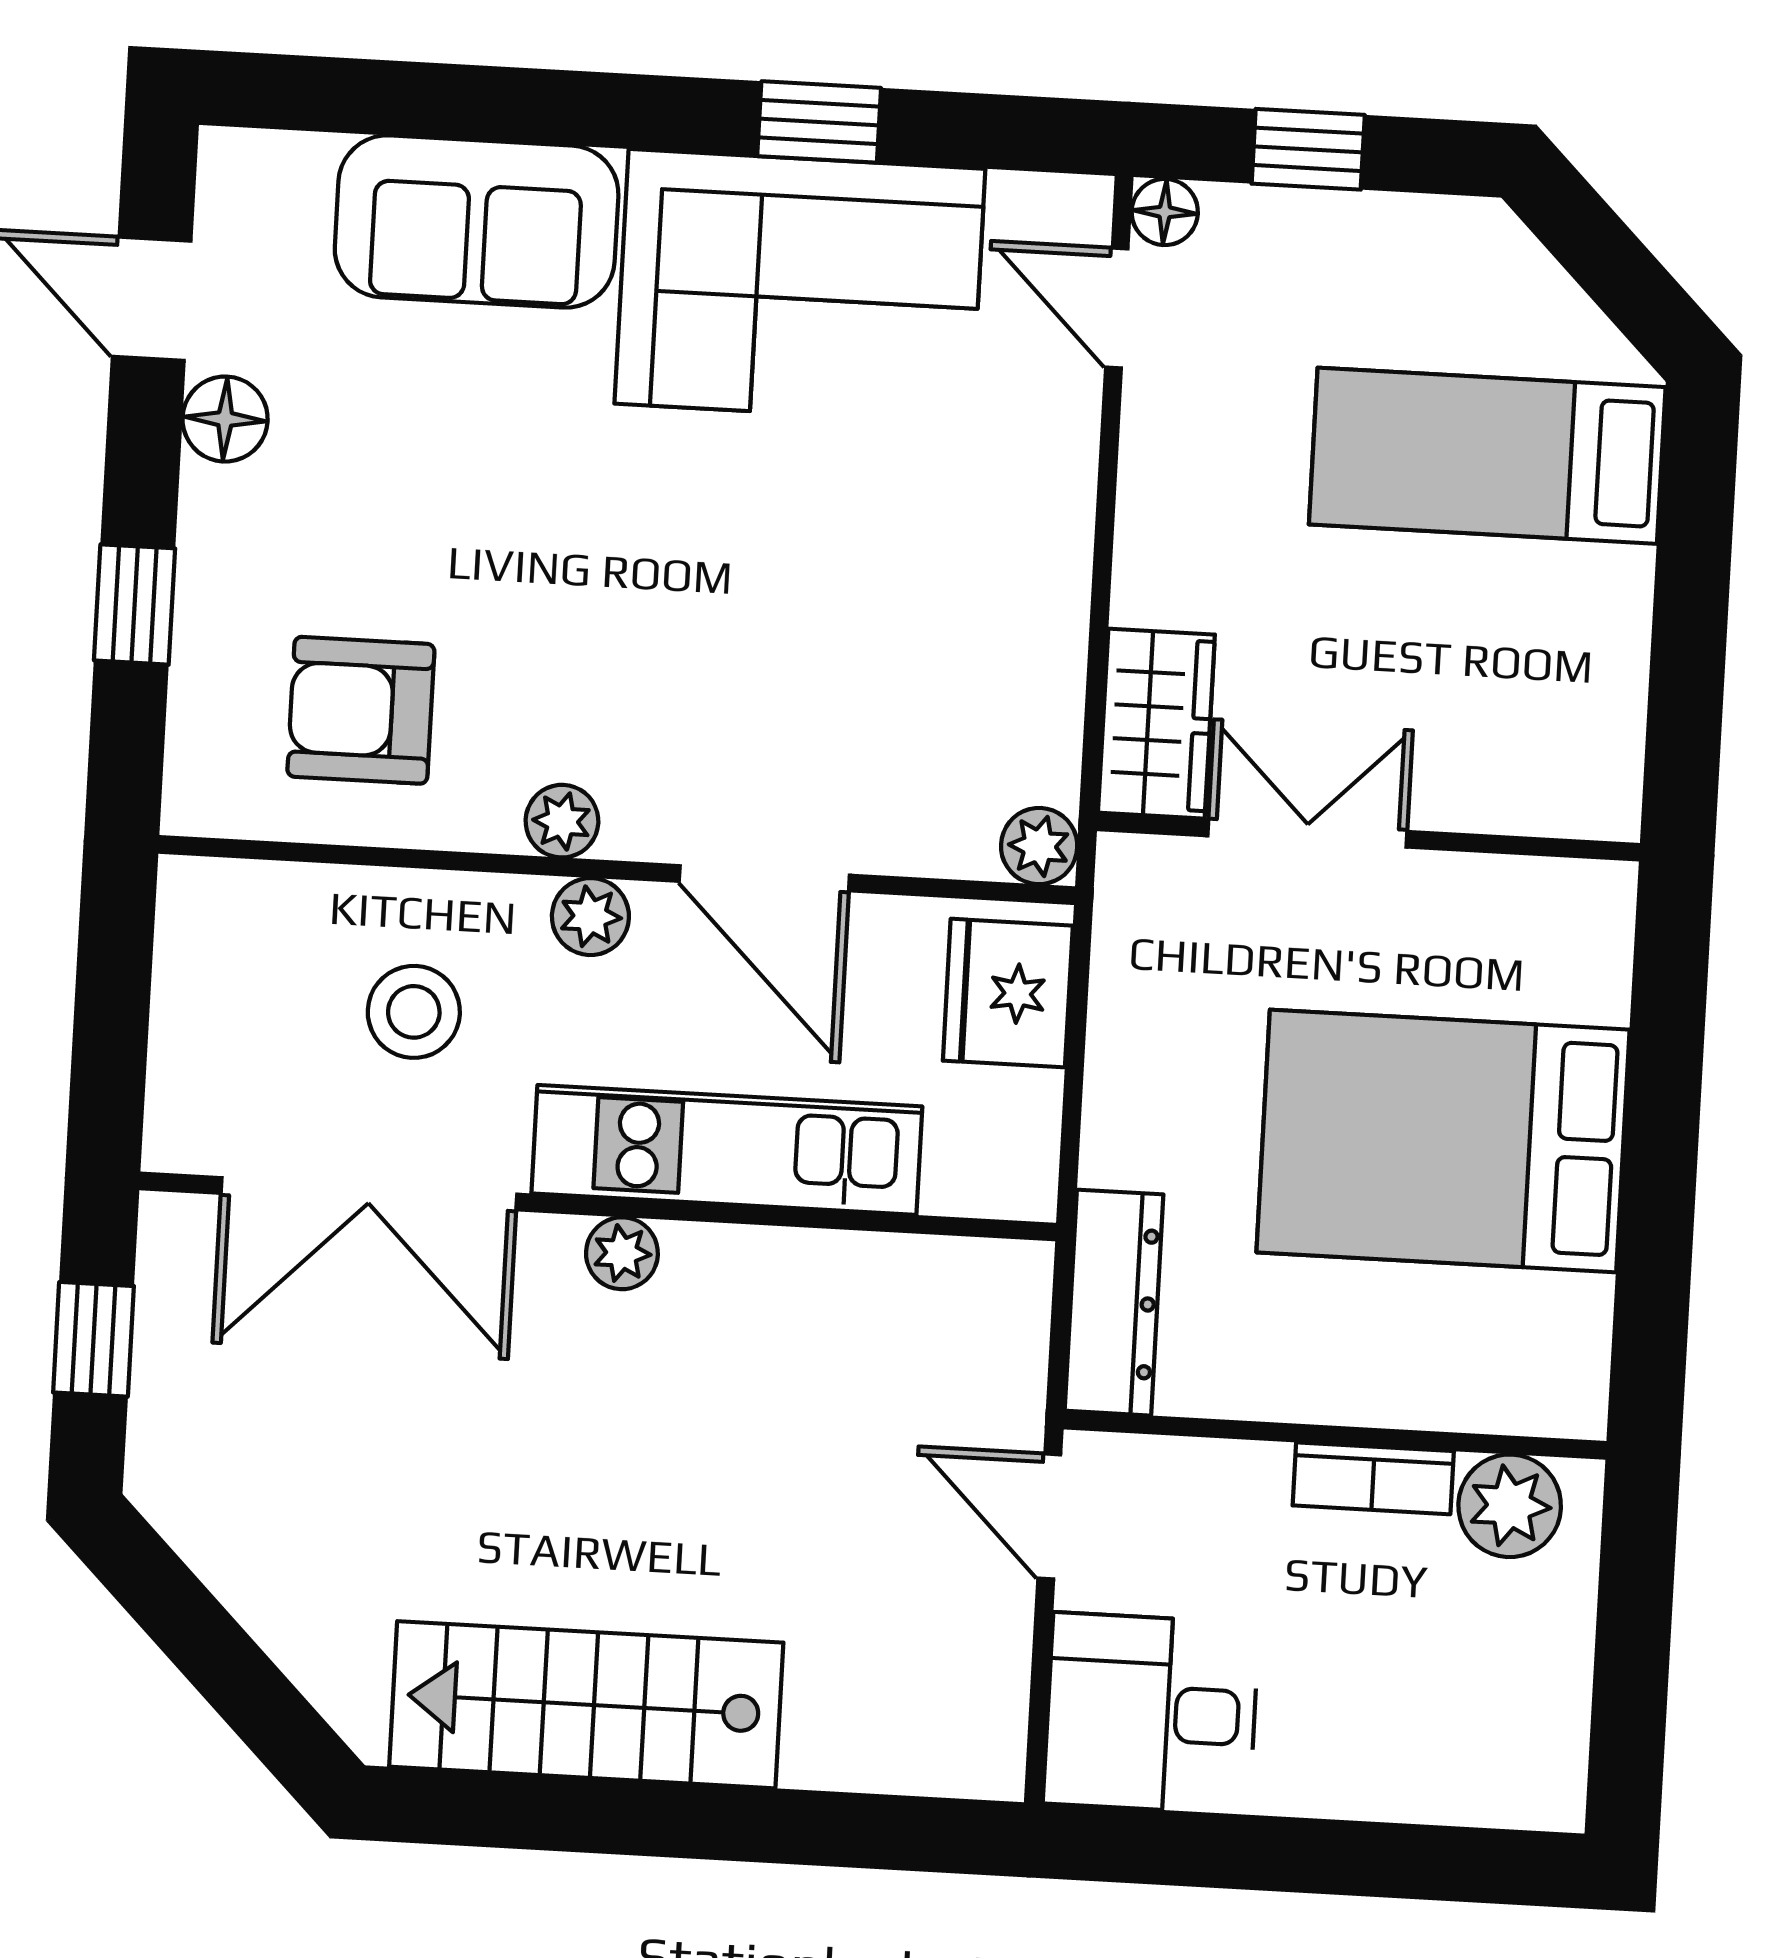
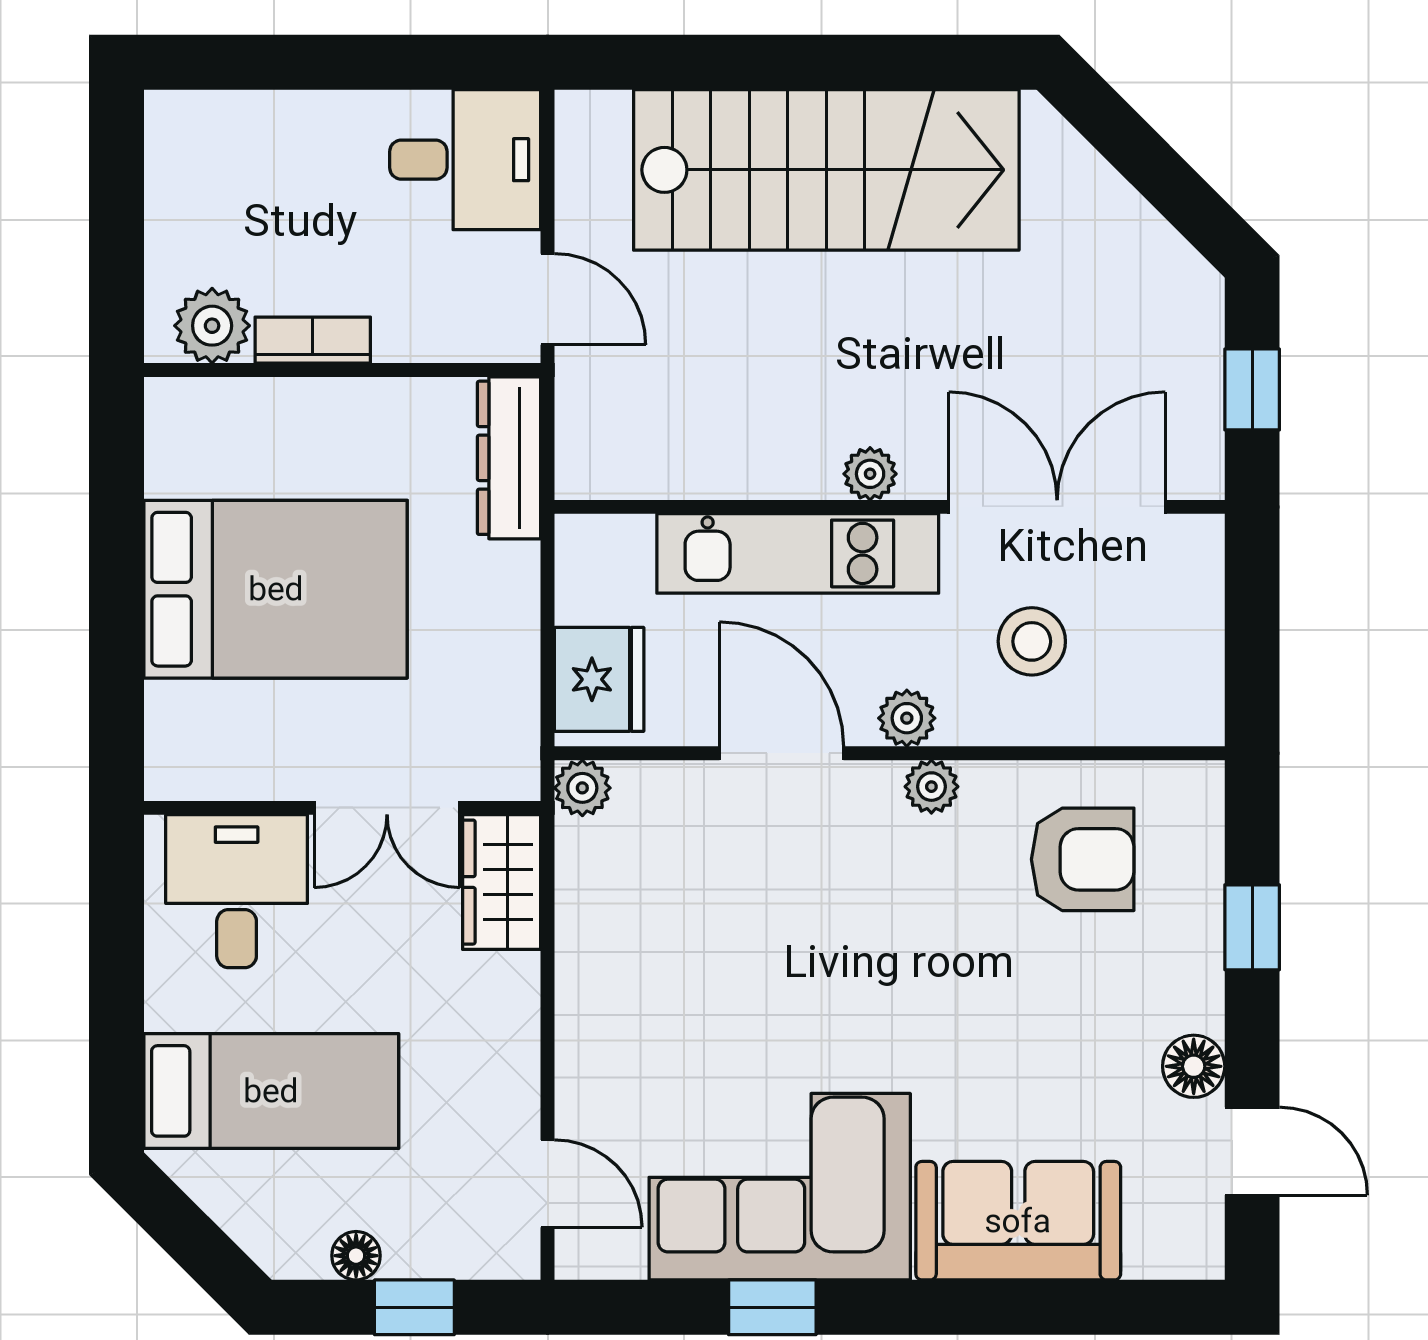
floor lamp: (1165, 212) -> (356, 1256), moved
desk: (1519, 731) -> (237, 891), added
stairs: (586, 1705) -> (826, 170), width x1.36, depth x1.51

